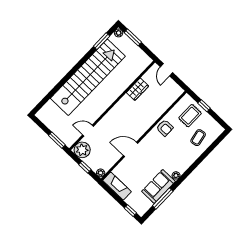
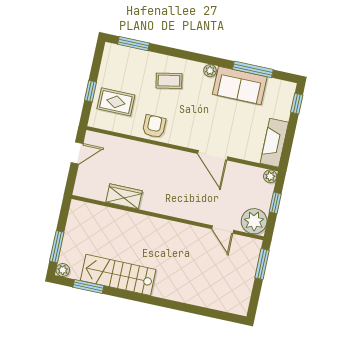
door: (166, 70) -> (77, 153), moved
stairs: (88, 77) -> (118, 275), width x0.54, depth x0.66
coffee table: (198, 138) -> (169, 81), moved
window: (215, 144) -> (134, 44), added

